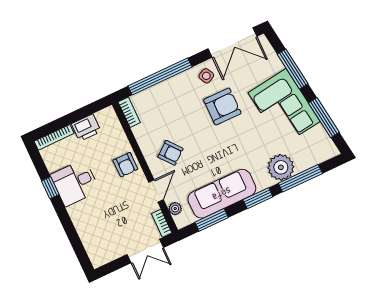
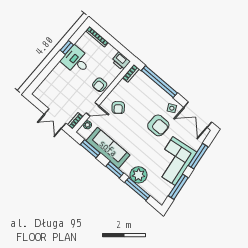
printer: (86, 128) -> (121, 61), moved

